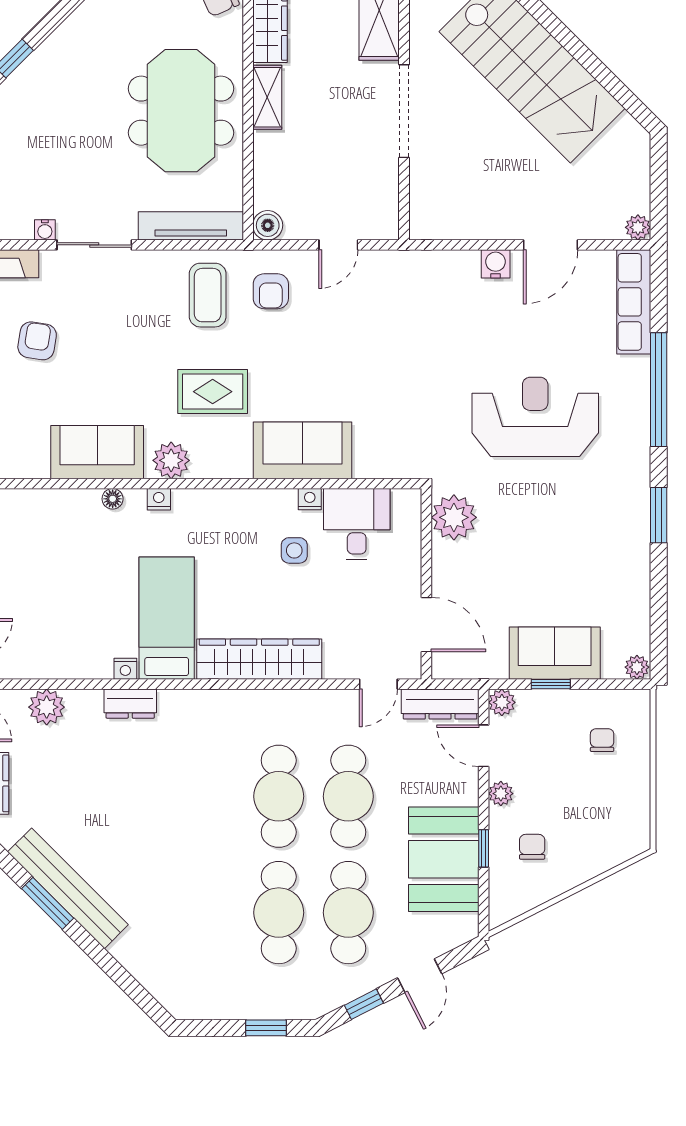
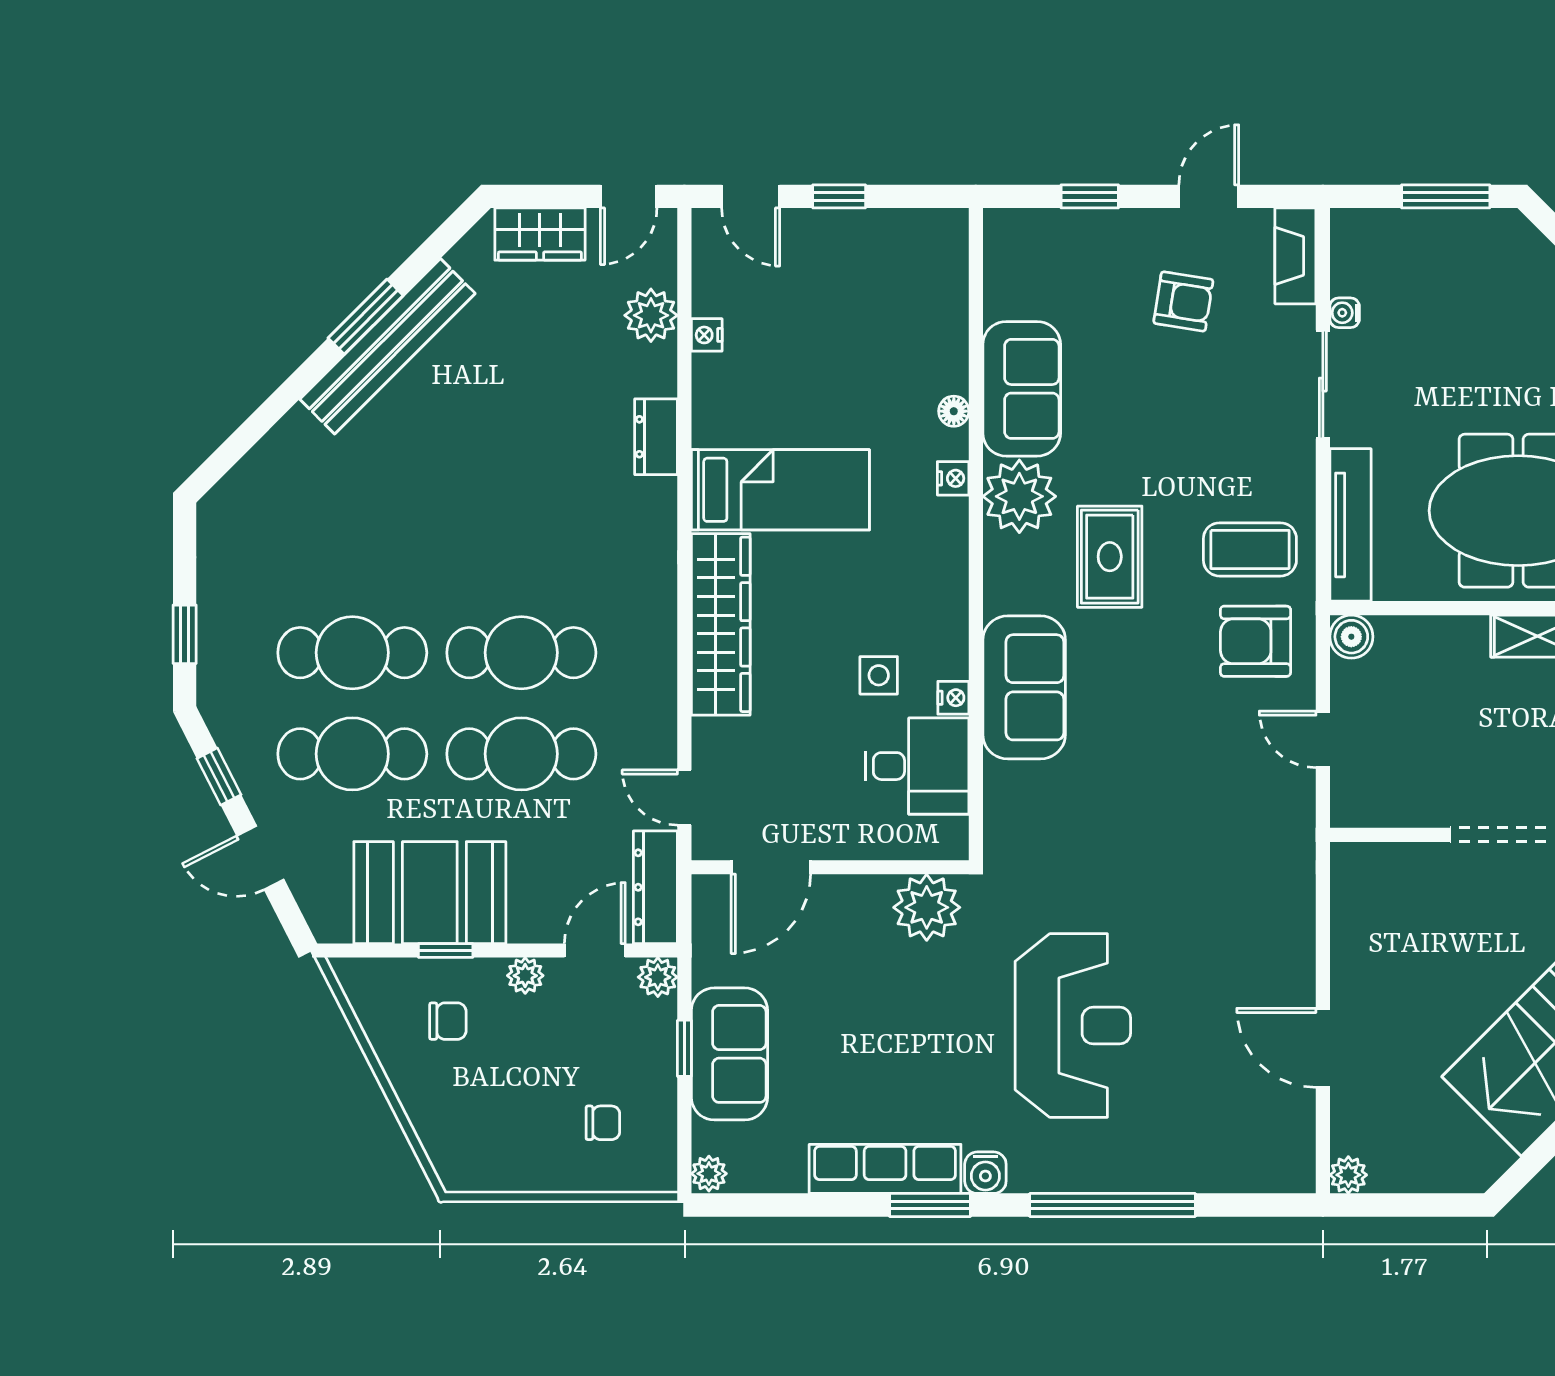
water cooler: (496, 264) -> (985, 1173), moved, turned 90
armchair: (271, 291) -> (1255, 641), width x1.38, depth x1.38
row of seats: (634, 302) -> (885, 1169), moved
plant: (171, 460) -> (1019, 496), width x1.36, depth x1.36
nightstand: (125, 669) -> (707, 335), moved

